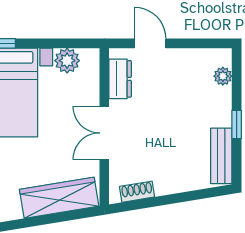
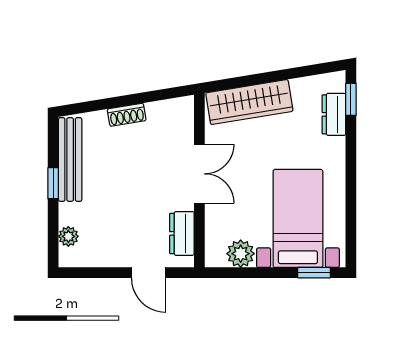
bench: (221, 156) -> (70, 159), width x1.36
shoe rack: (137, 192) -> (127, 115), moved

